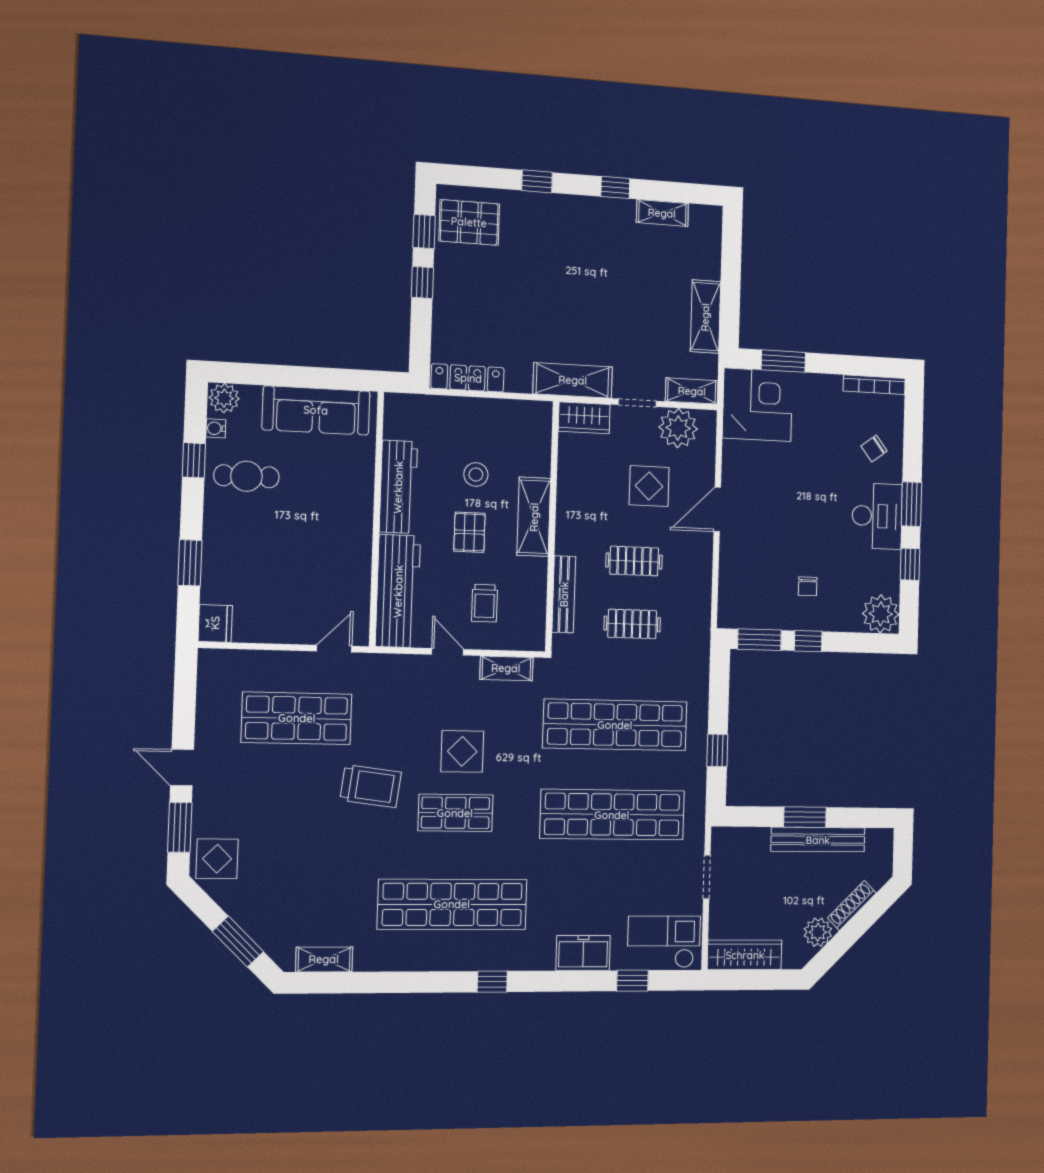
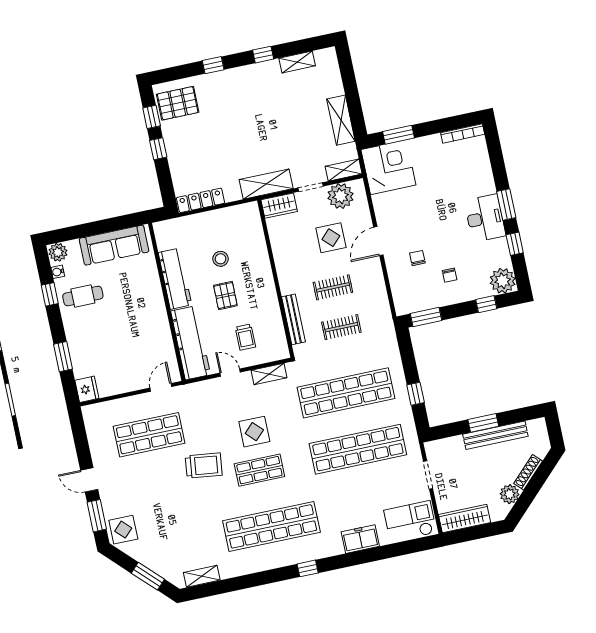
chair: (874, 448) -> (417, 258), moved, turned 127
shelving: (534, 517) -> (263, 276), removed
window: (808, 641) -> (486, 304), moved
window: (632, 981) -> (396, 550), removed

